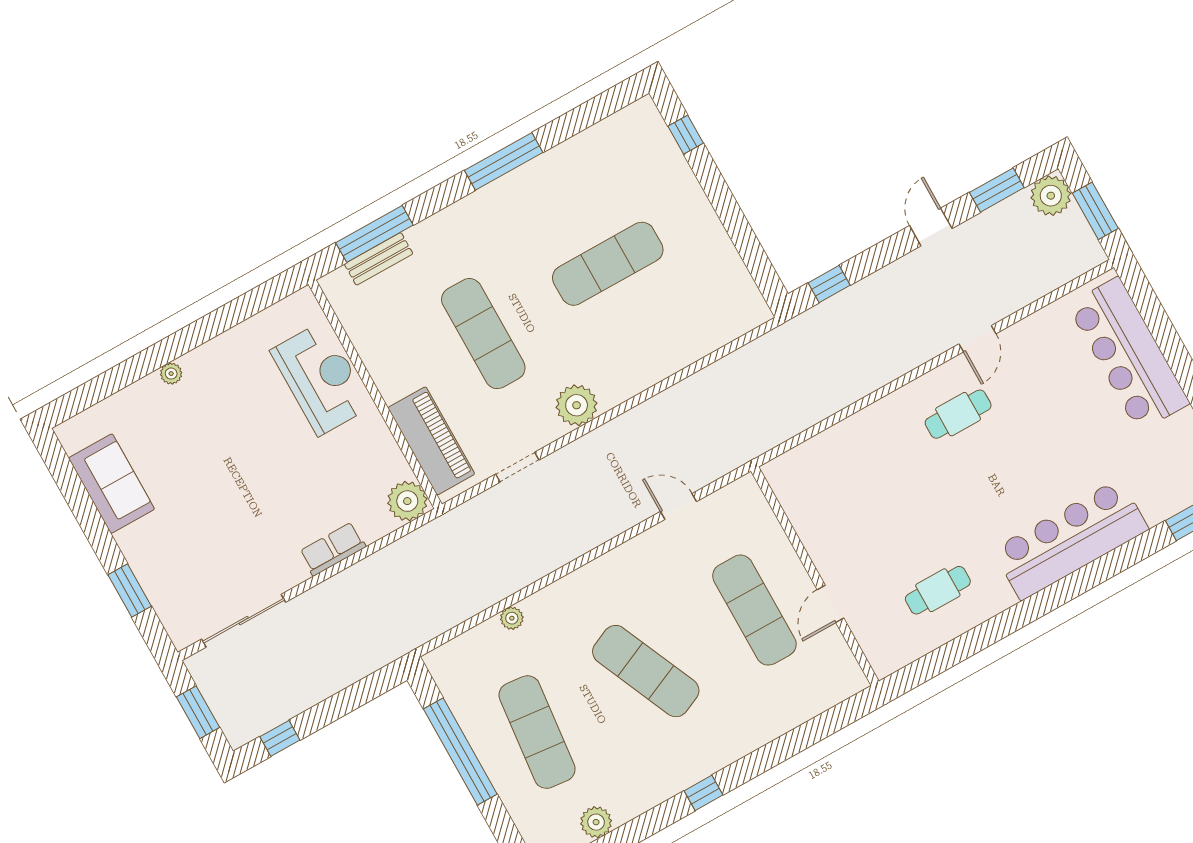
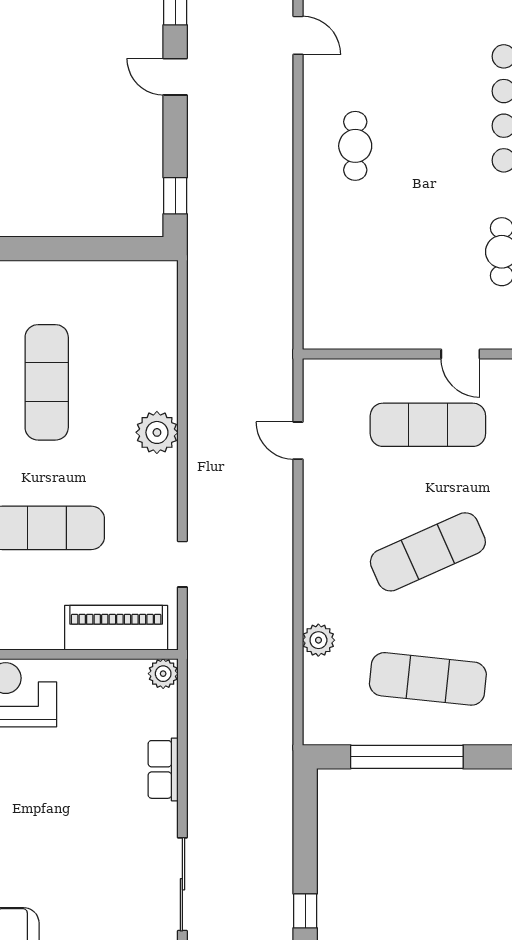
door: (977, 339) -> (298, 35), moved
plant: (577, 405) -> (157, 432), moved
plant: (407, 501) -> (163, 674), width x0.73, depth x0.73
door: (679, 507) -> (298, 441), hinge flipped
plant: (512, 618) -> (318, 640), width x1.38, depth x1.38

